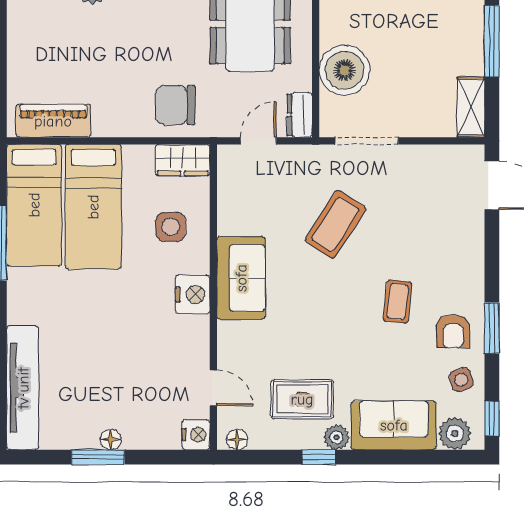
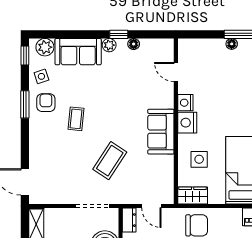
door: (258, 141) -> (151, 206), hinge flipped
rug: (302, 399) -> (128, 66), removed
nightstand: (196, 435) -> (185, 103), moved
floor lamp: (237, 439) -> (134, 44), moved

